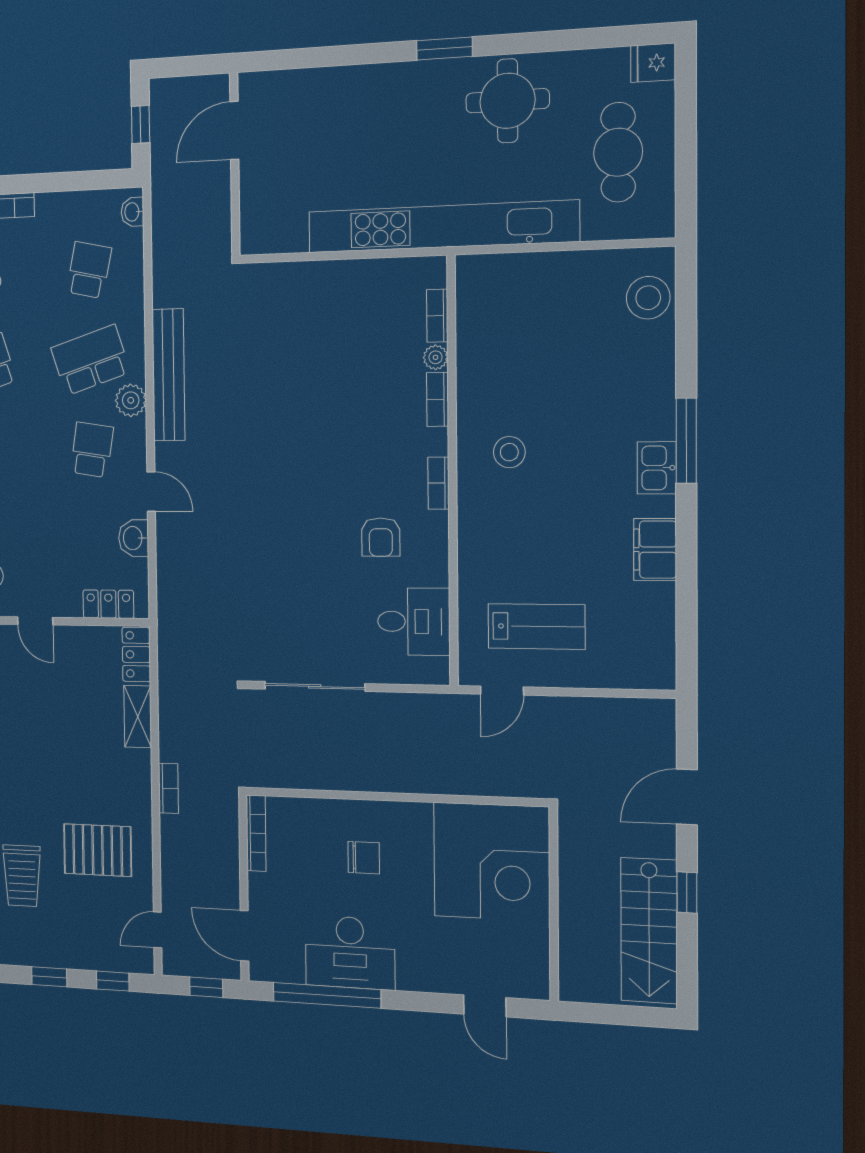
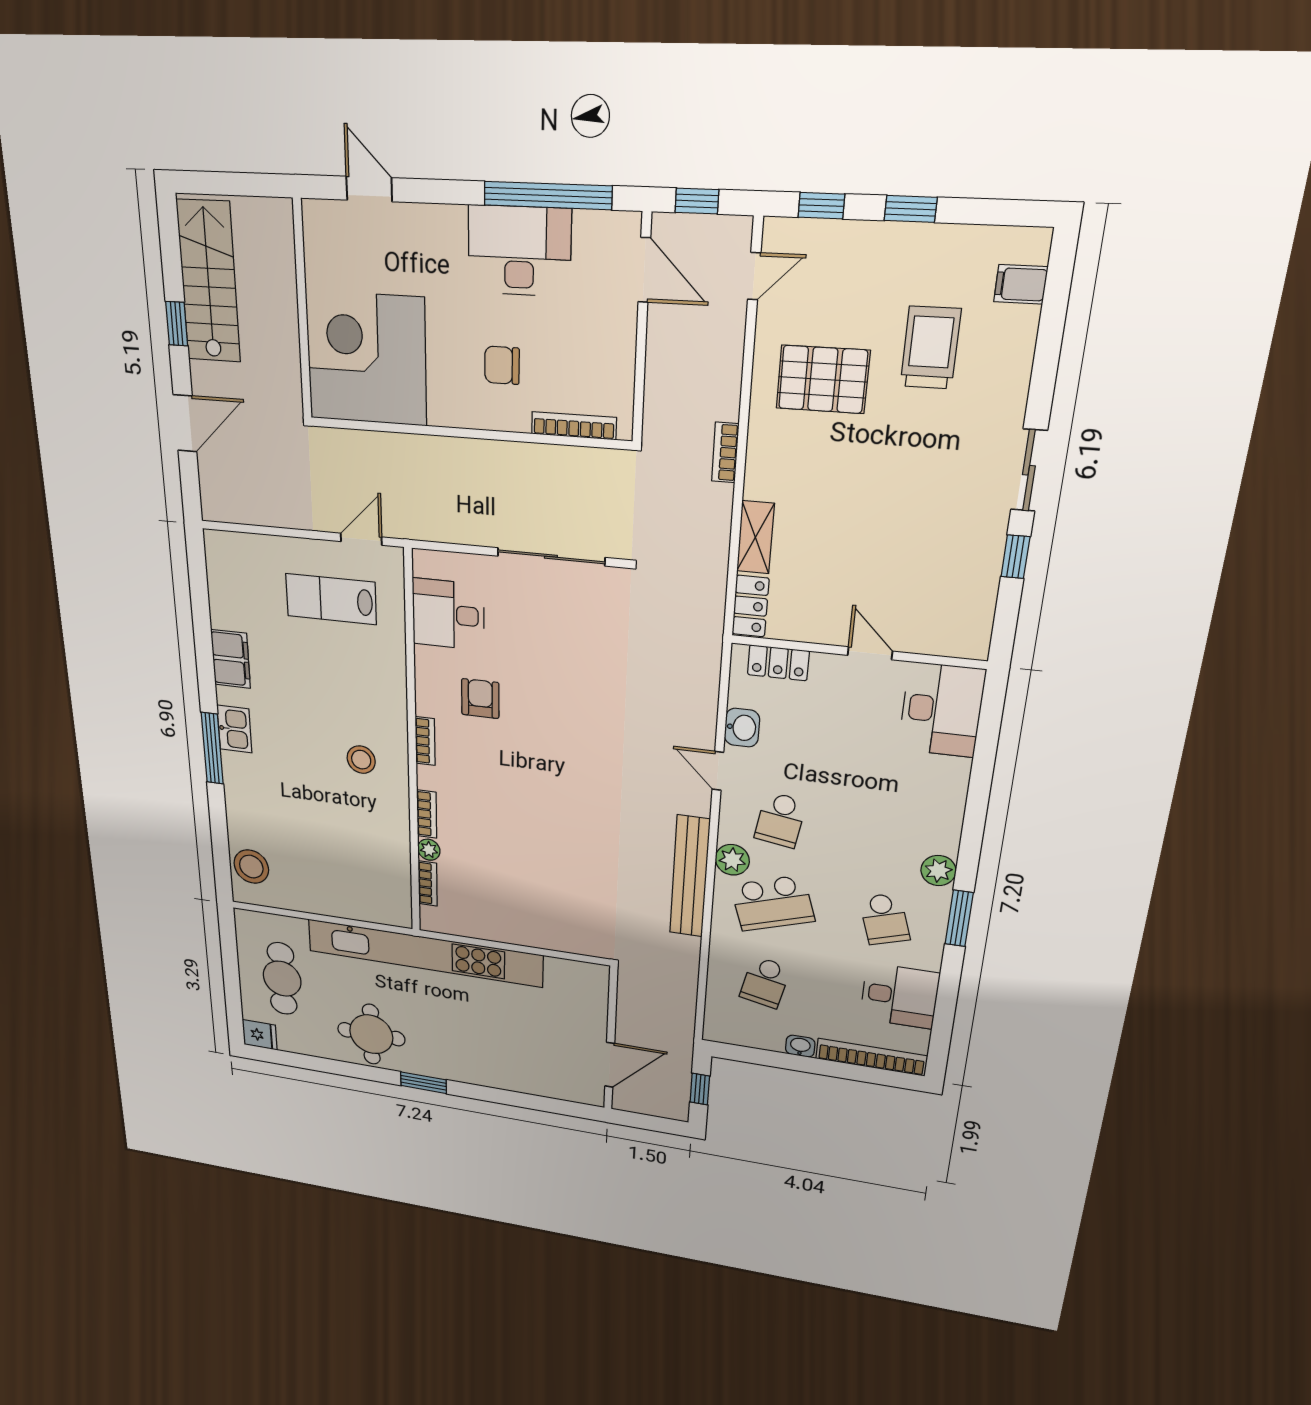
washbasin: (132, 212) -> (800, 1046), moved, turned -90
bookcase: (256, 833) -> (574, 426), moved, turned 90

